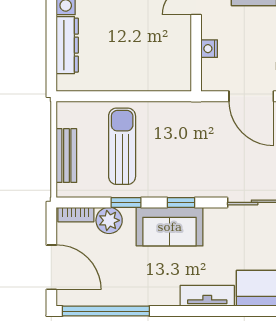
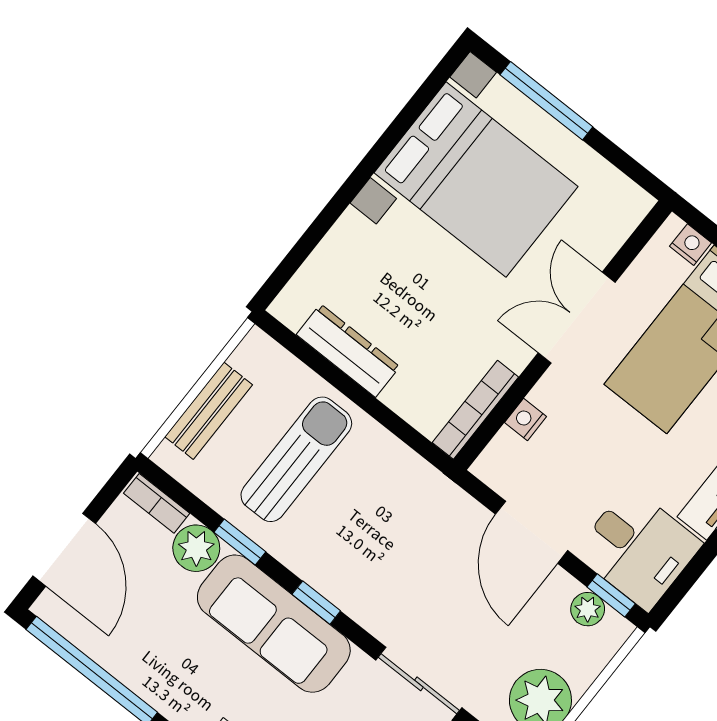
dresser: (67, 45) -> (348, 351), moved, turned -90
bookcase: (184, 62) -> (475, 410), added
sofa: (170, 227) -> (274, 624), width x1.36

